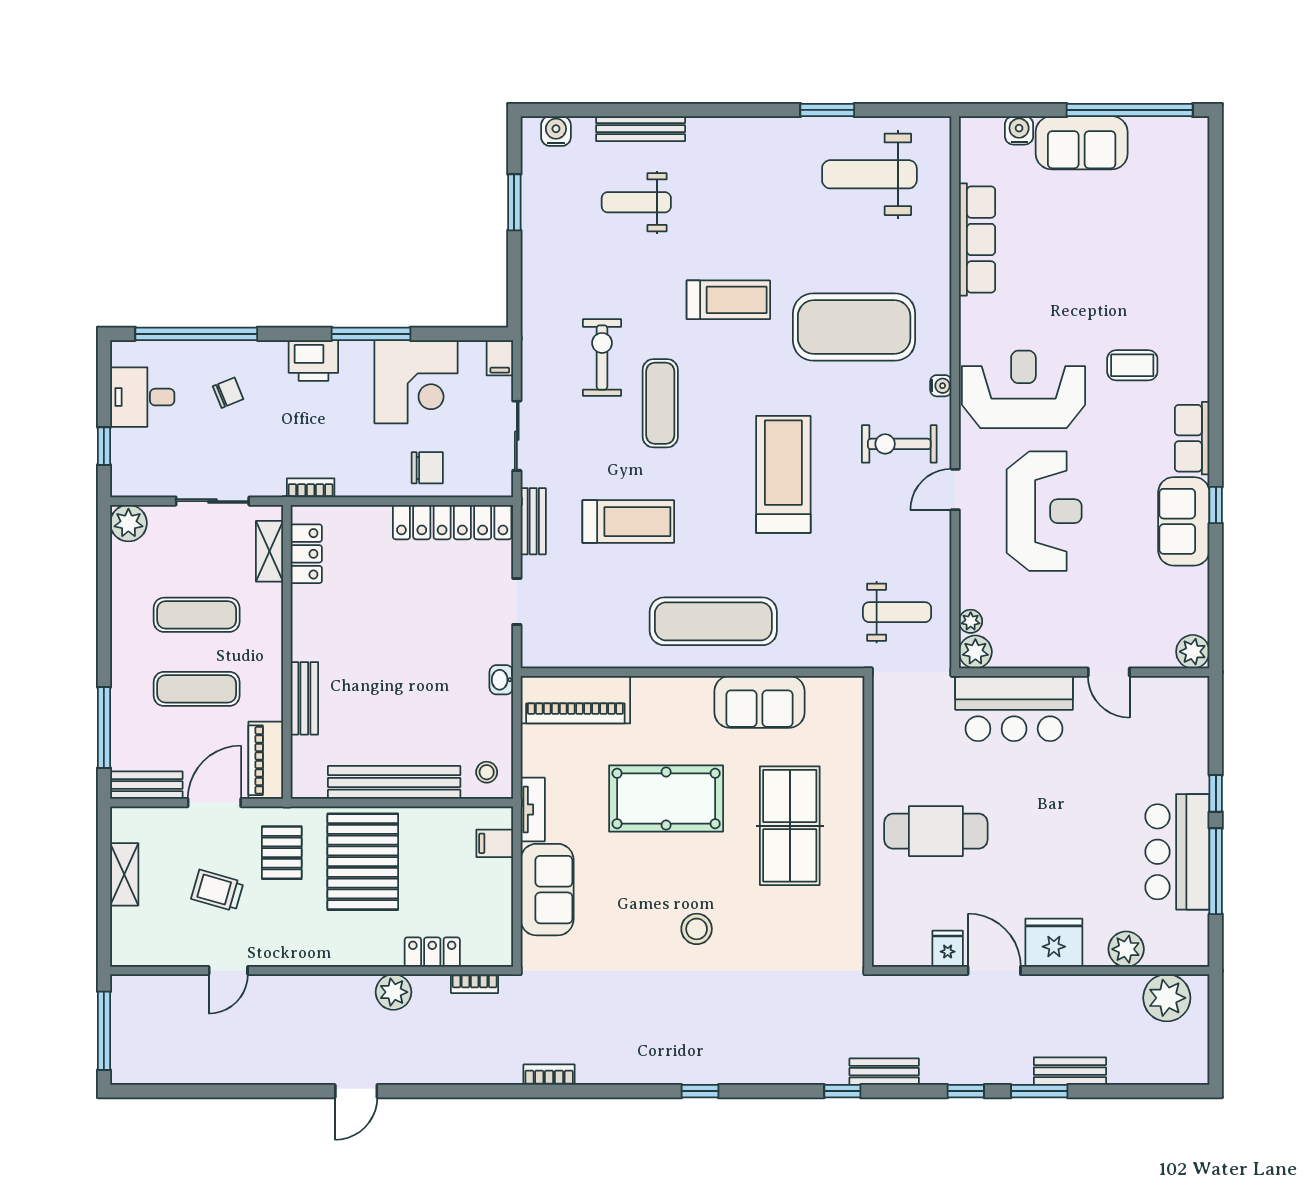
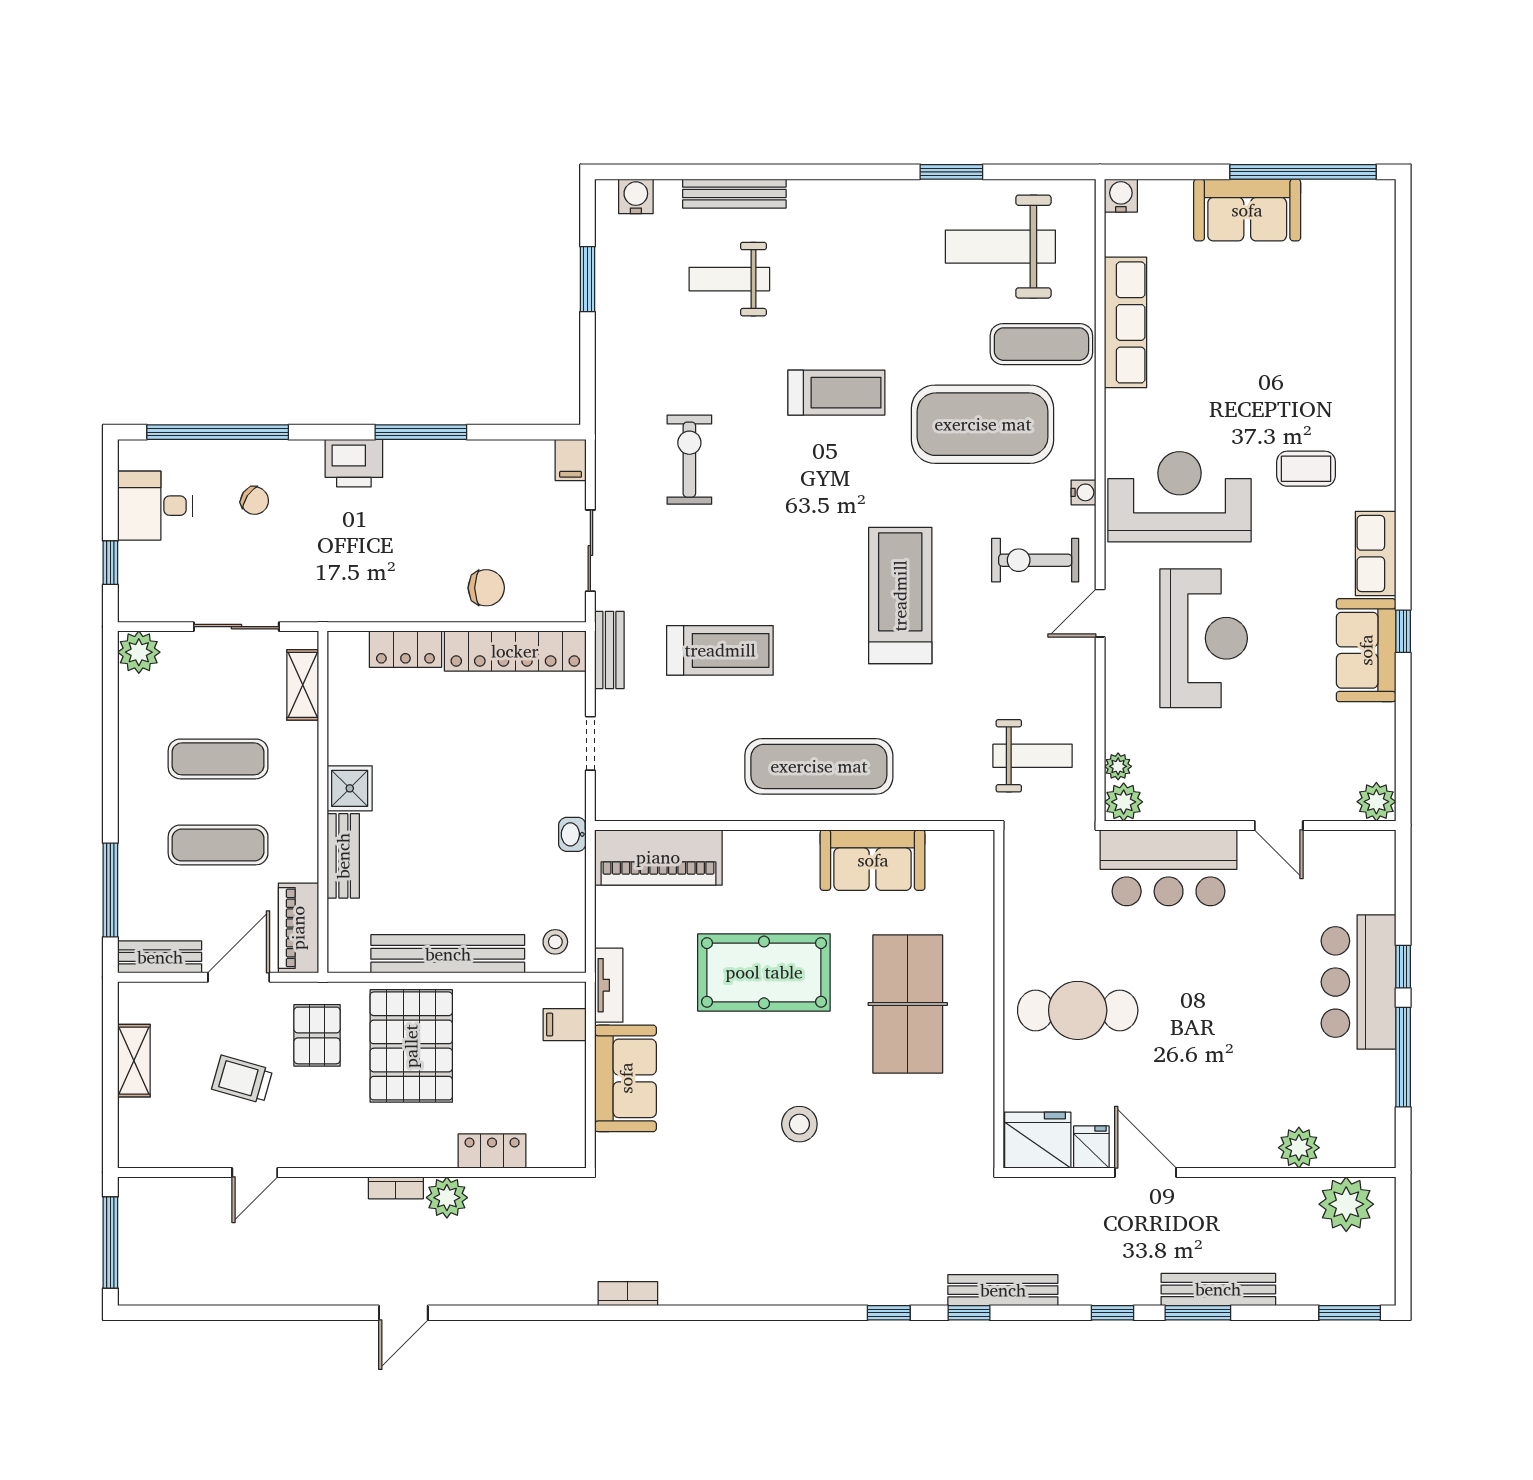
water cooler: (1019, 130) -> (1121, 196), moved
corner desk: (416, 382) -> (473, 488), removed
chair: (228, 393) -> (255, 501), turned 56
exercise mat: (660, 403) -> (1041, 344), moved, turned 90
bookcase: (311, 488) -> (351, 611), removed
locker: (306, 554) -> (405, 649), moved, turned 90
shower: (310, 640) -> (350, 788), added
bar counter: (1177, 852) -> (1359, 982), moved
fridge: (1054, 943) -> (1038, 1140), moved
bookcase: (475, 984) -> (396, 1188), moved
bench: (1070, 1071) -> (1218, 1289), width x1.36
bench: (884, 1072) -> (1003, 1290), width x1.36
window: (700, 1091) -> (889, 1313), moved
window: (1170, 1091) -> (1350, 1313), added

